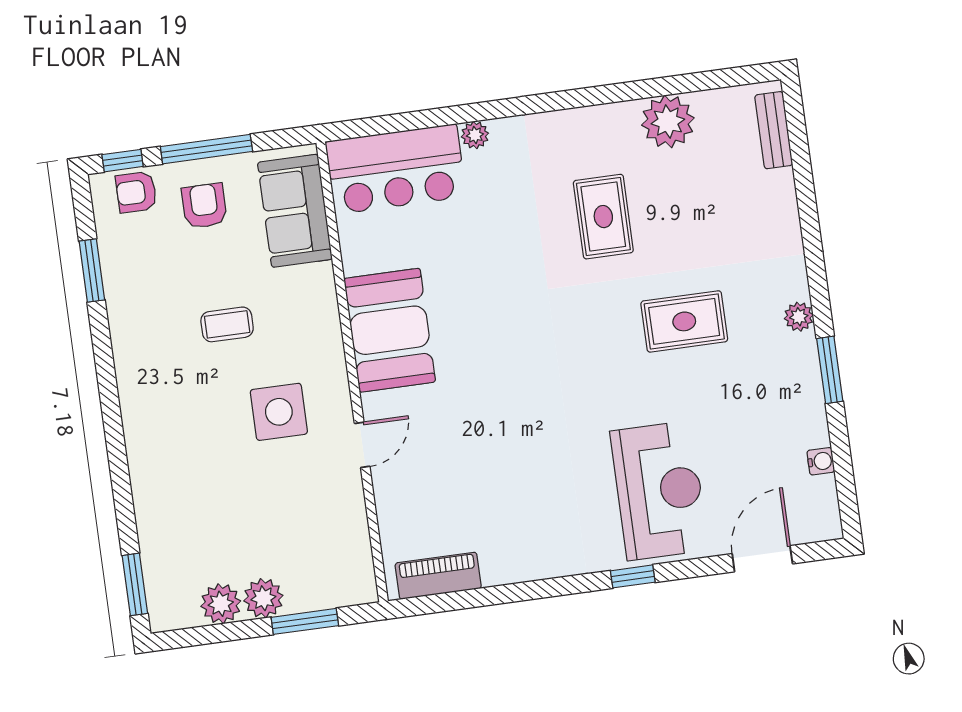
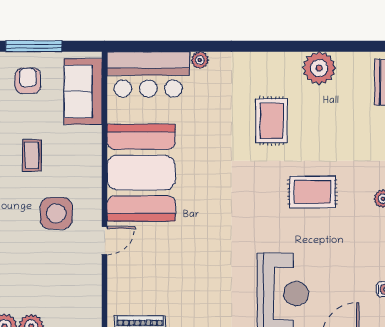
coffee table: (227, 324) -> (32, 155), turned 90
booth: (390, 330) -> (141, 173), width x1.36, depth x1.42

